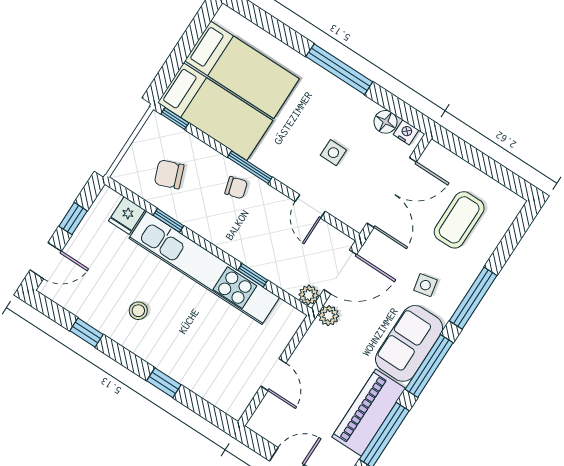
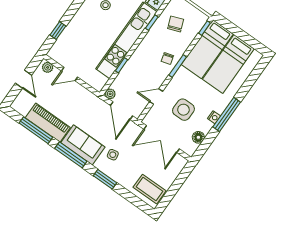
nightstand: (406, 132) -> (214, 117), moved
side table: (333, 153) -> (183, 110), width x1.87, depth x1.87
coffee table: (459, 220) -> (150, 189), moved
window: (473, 298) -> (105, 179), width x0.69
plant: (329, 316) -> (48, 67), moved
window: (164, 383) -> (58, 31), moved

